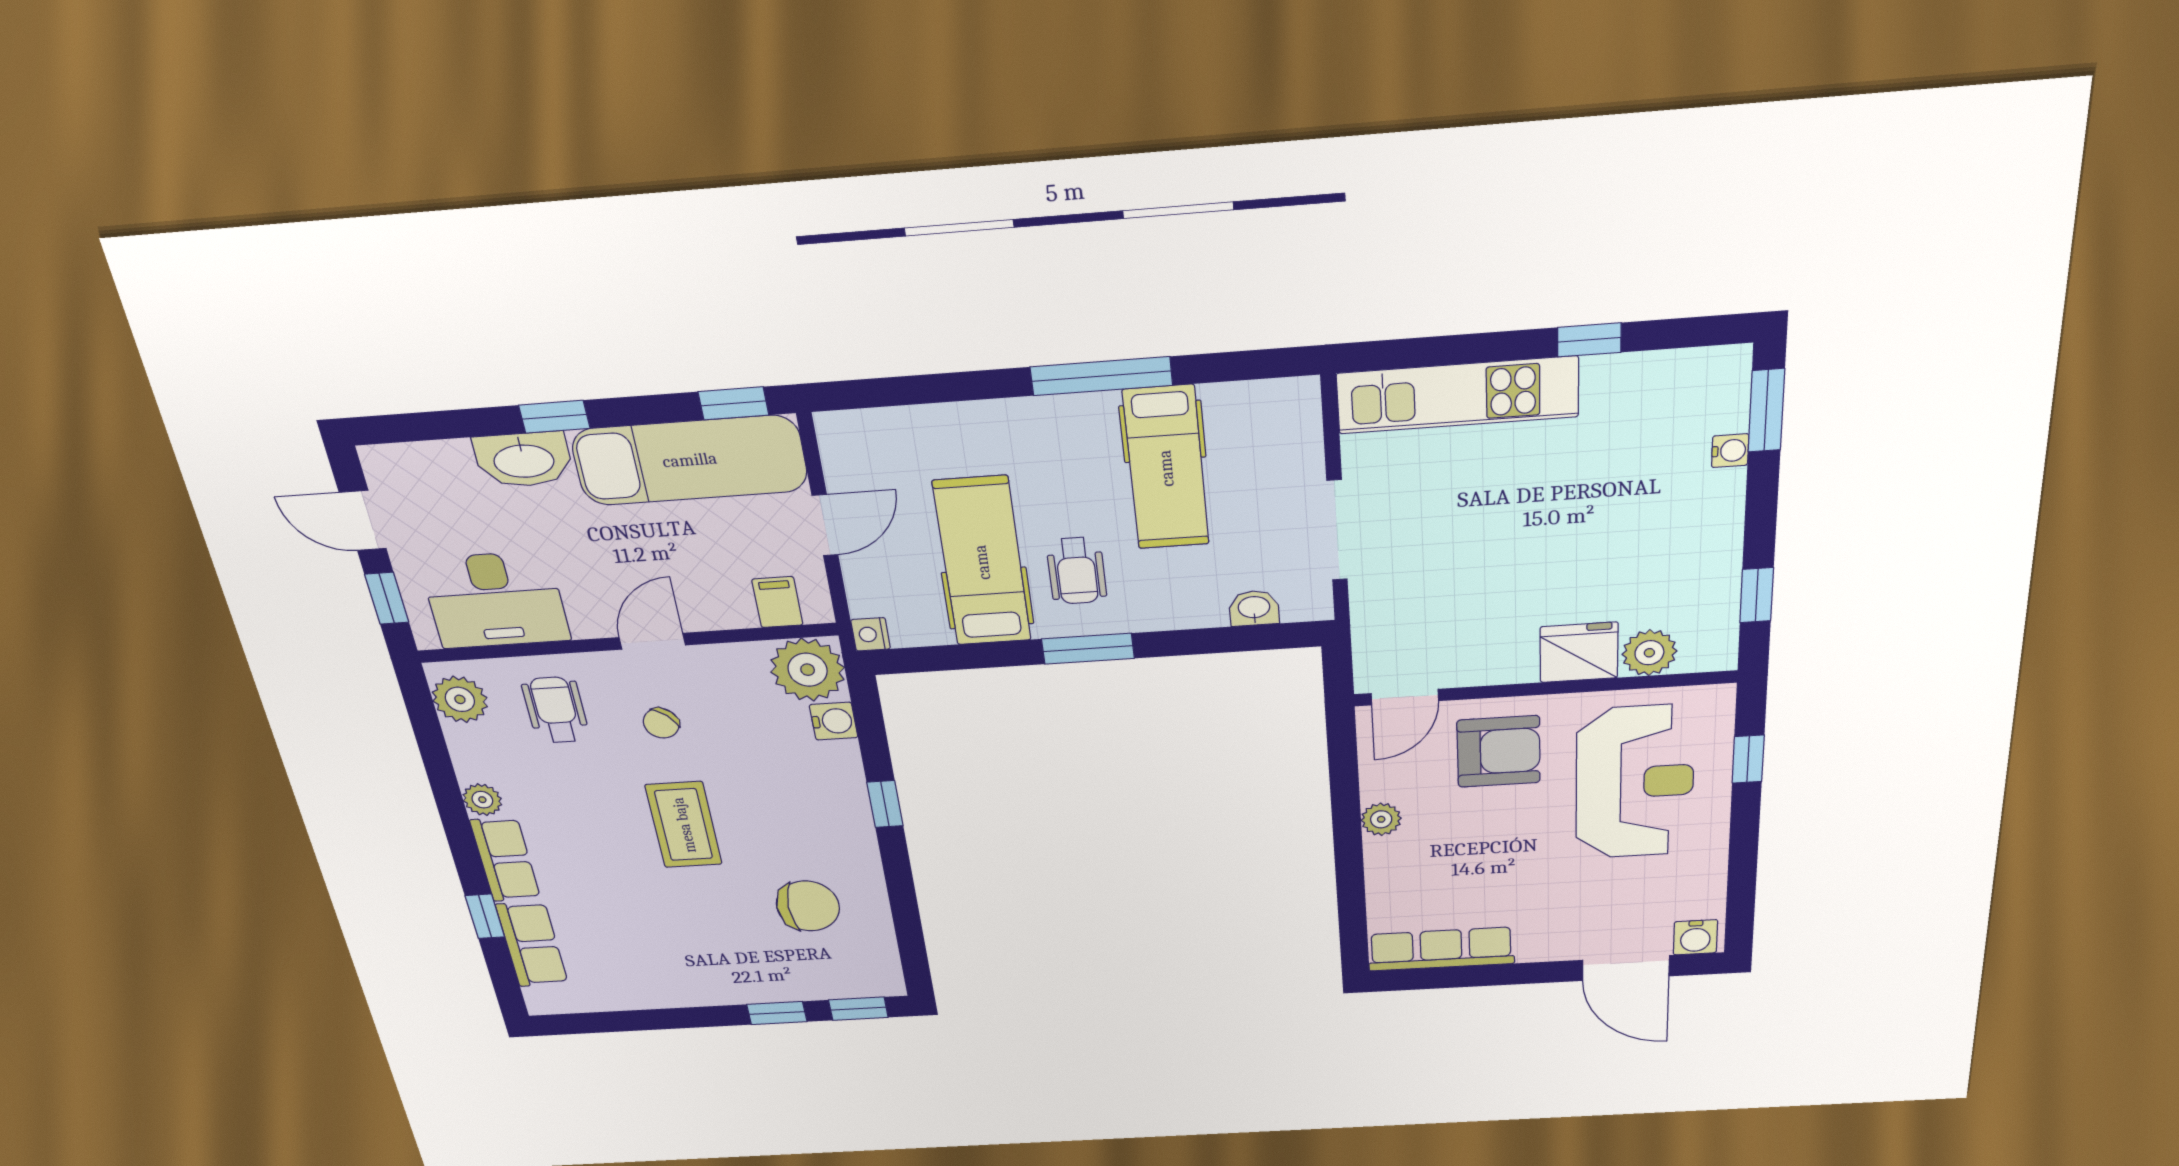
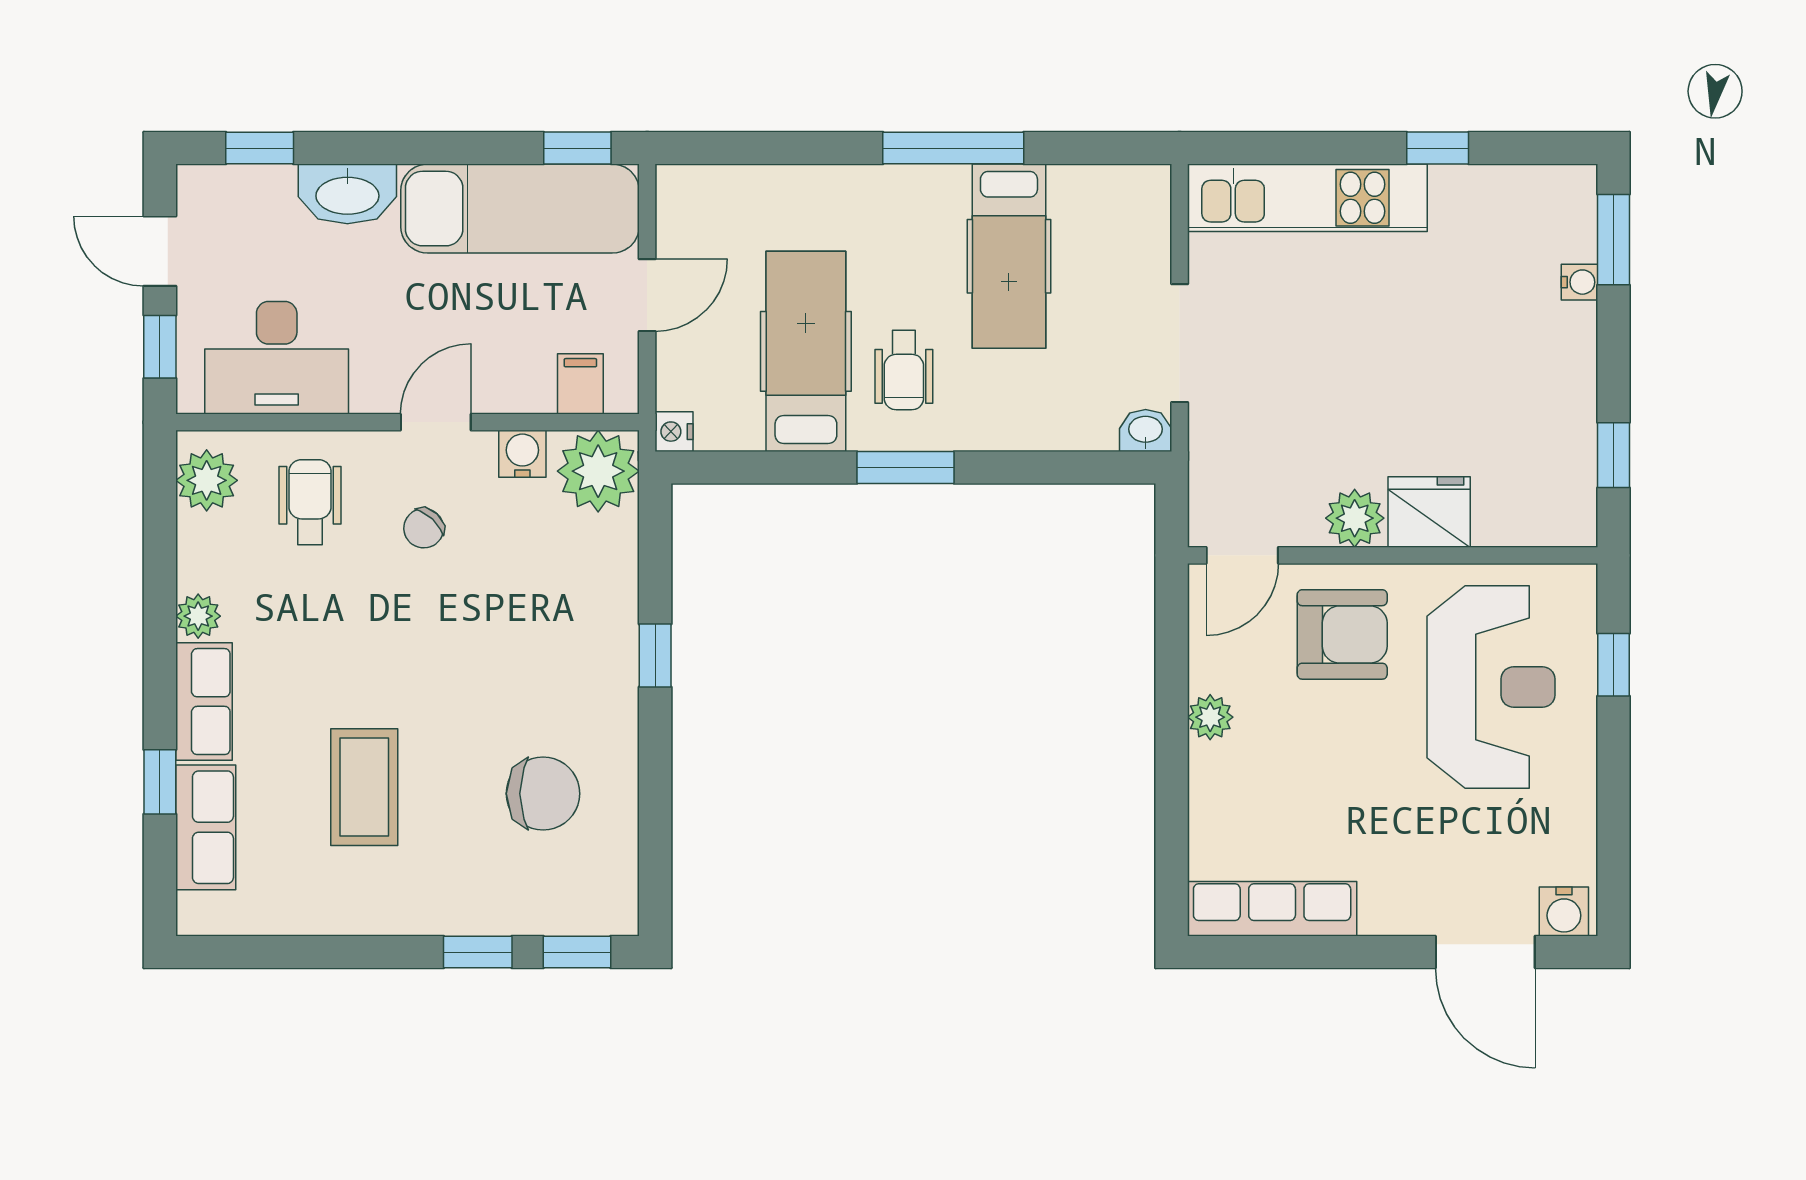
window: (554, 417) -> (260, 148), moved
washbasin: (1254, 608) -> (1146, 430), moved
plant: (1649, 653) -> (1355, 518), moved
water cooler: (834, 721) -> (522, 454), moved, turned -90
coffee table: (684, 825) -> (364, 787), moved

